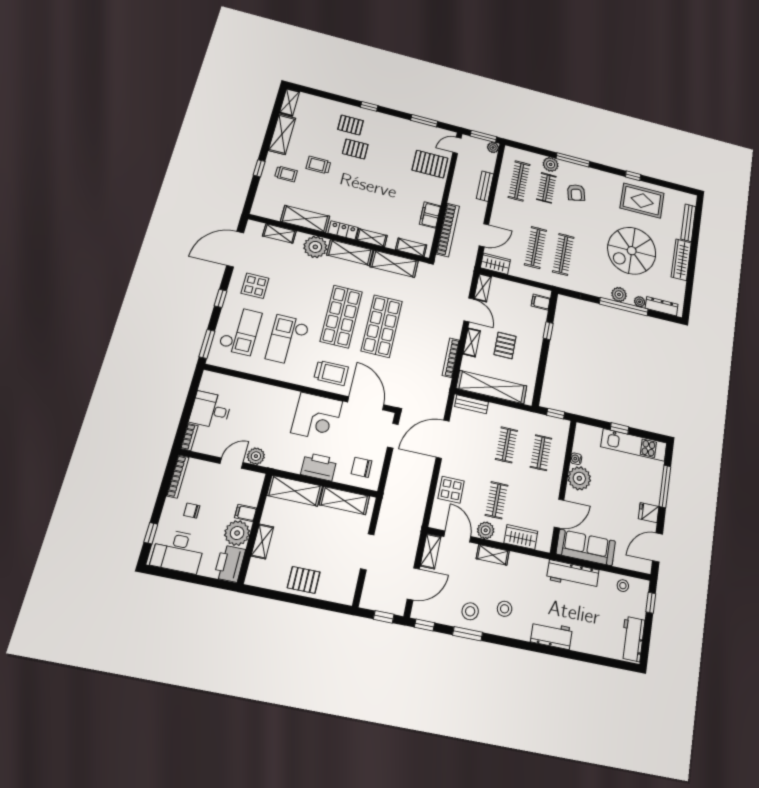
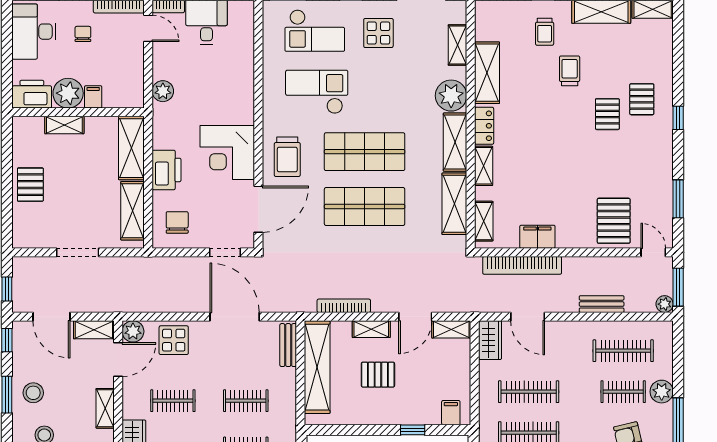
door: (232, 463) -> (148, 28), moved
plant: (486, 530) -> (133, 331), moved

